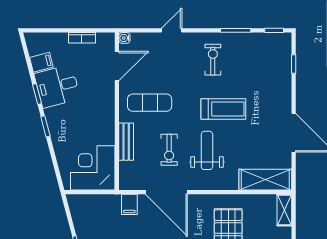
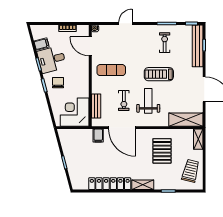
exercise bike: (213, 60) -> (165, 43), moved
bench: (283, 65) -> (198, 46), added
door: (117, 66) -> (90, 46), swing flipped
treadmill: (223, 109) -> (159, 74), turned 180
chair: (67, 122) -> (58, 83), added
bench: (126, 142) -> (96, 106), moved

